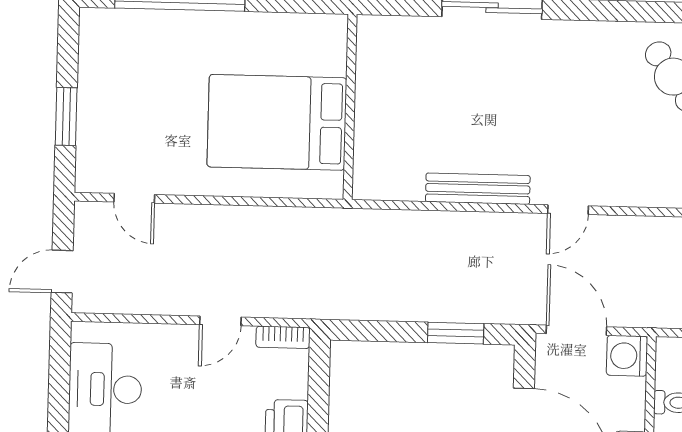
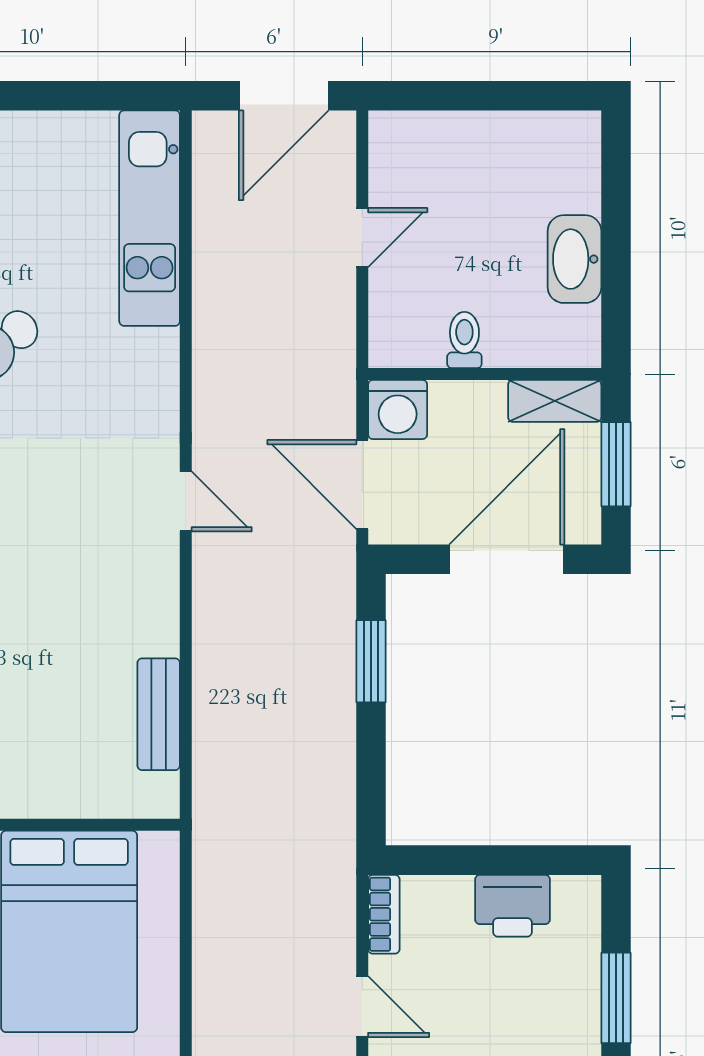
bench: (478, 189) -> (159, 714), moved, width x0.73
door: (576, 330) -> (362, 485), hinge flipped

